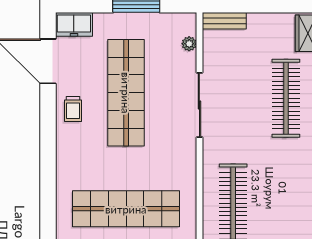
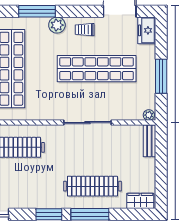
plant: (189, 44) -> (149, 115), moved
plant: (67, 147) -> (57, 25), added
window: (48, 174) -> (37, 11), added

